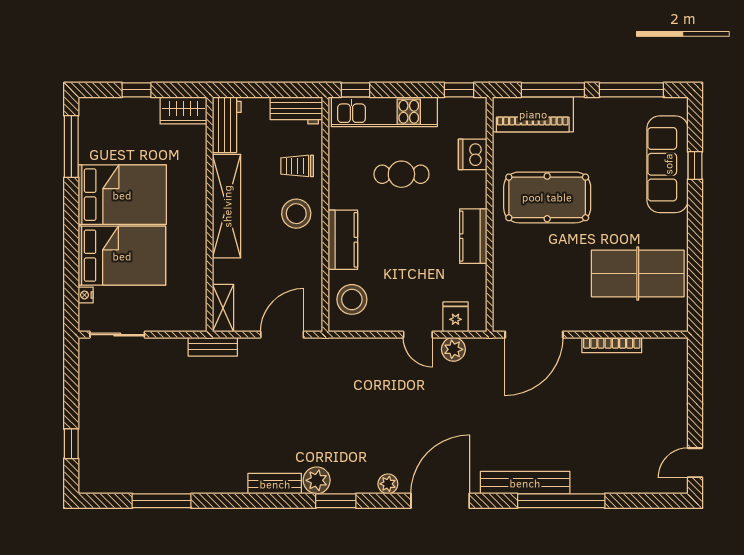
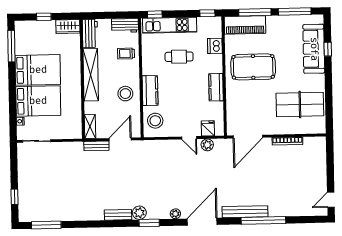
stool: (296, 214) -> (125, 94), moved
bench: (213, 347) -> (96, 146), moved
window: (162, 501) -> (46, 225), moved

